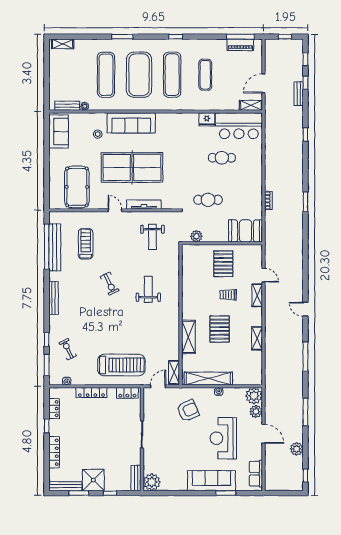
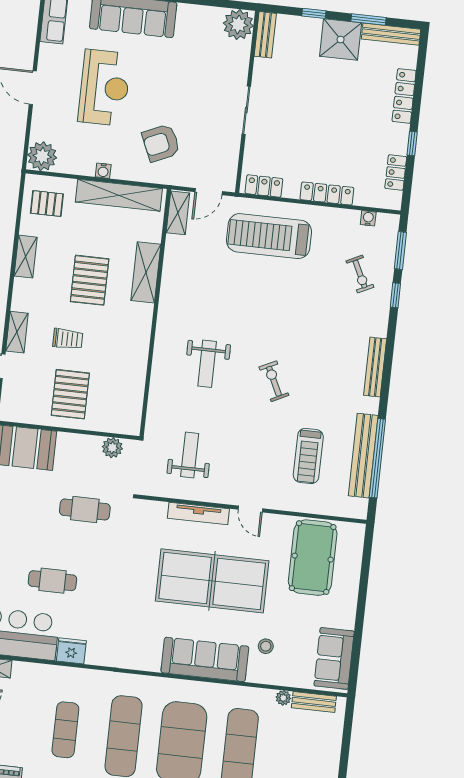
pallet: (248, 370) -> (47, 204), added
plant: (256, 411) -> (42, 128), removed

